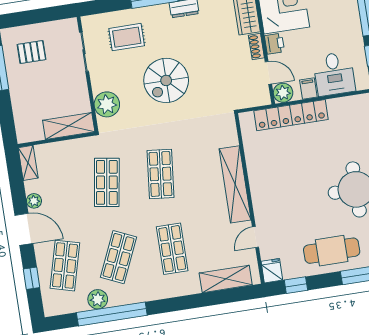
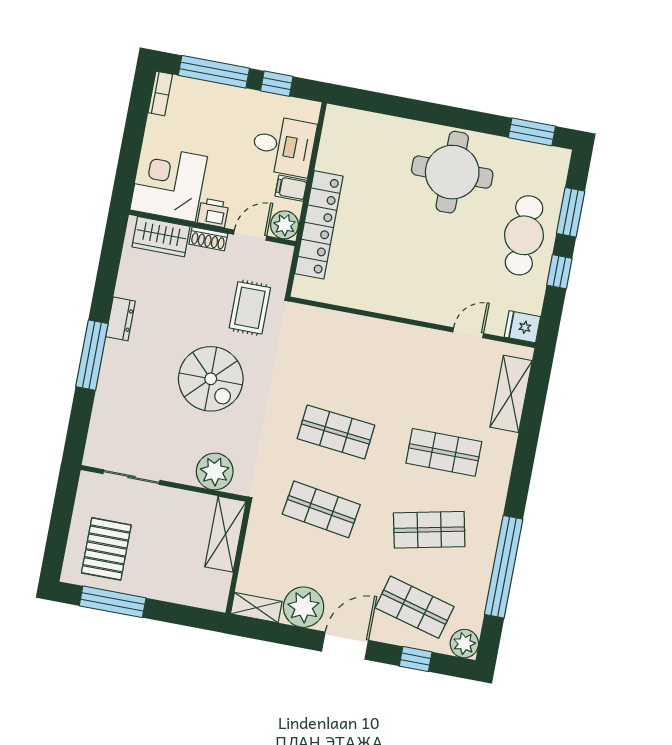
rug: (127, 37) -> (250, 308), moved
pallet: (32, 52) -> (106, 549), width x1.50, depth x1.42
shelving: (235, 184) -> (386, 335), removed
plant: (34, 201) -> (304, 607), width x1.87, depth x1.87
door: (255, 237) -> (468, 333), swing flipped
shop shelf: (119, 257) -> (429, 530), turned -36
window: (296, 285) -> (559, 272), moved
plant: (98, 299) -> (464, 644), moved

